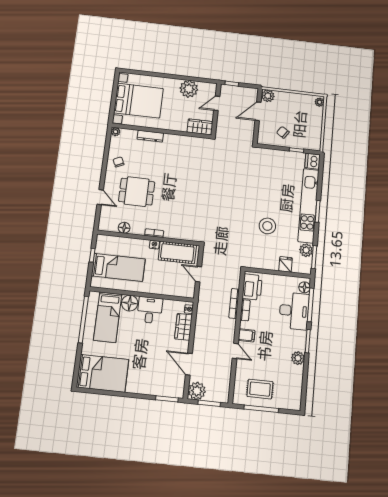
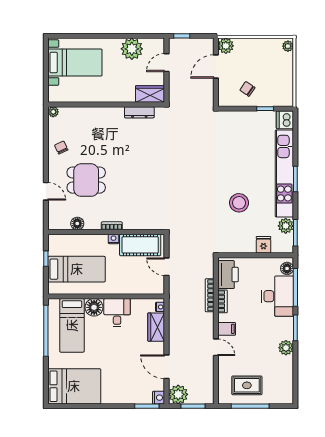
bed with nightstands: (138, 101) -> (75, 63), width x0.73
dresser: (150, 136) -> (139, 112), moved
nightstand: (178, 392) -> (159, 398), added

